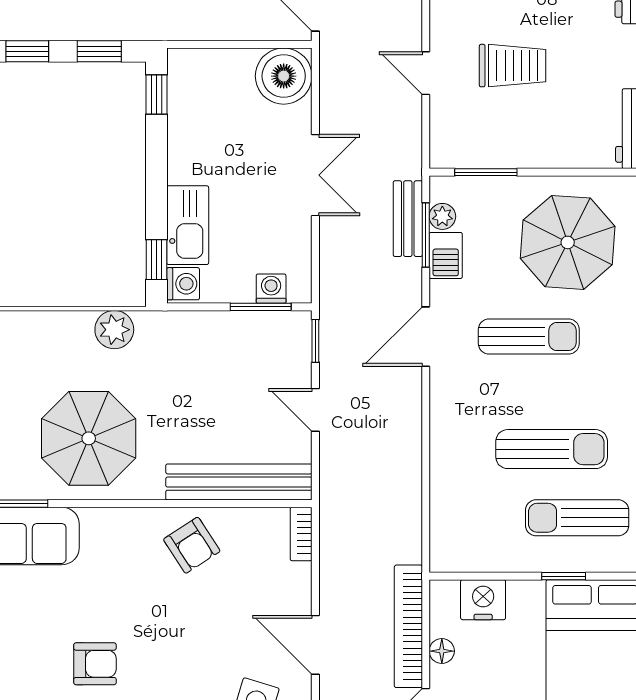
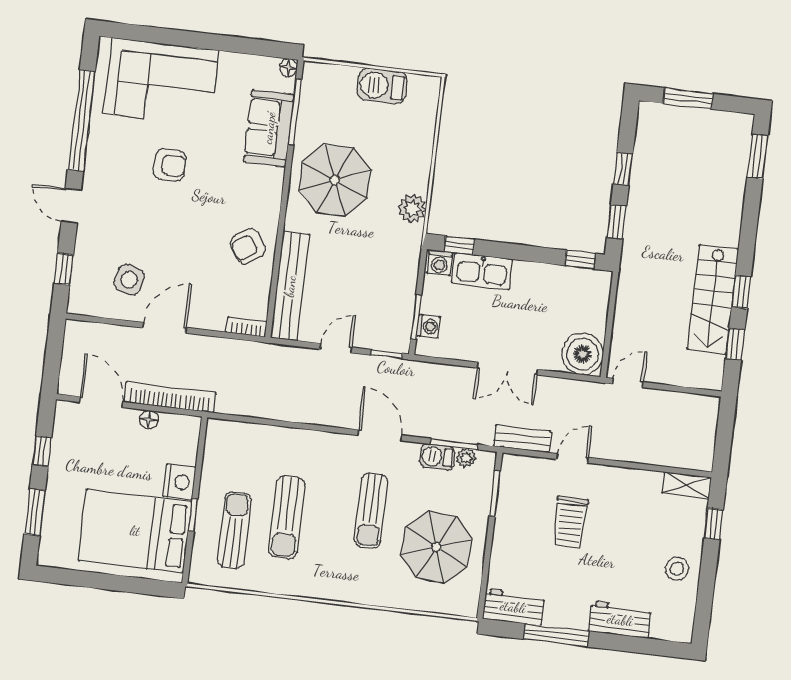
bench: (408, 219) -> (522, 439), moved
nightstand: (483, 600) -> (179, 482), moved
armchair: (95, 664) -> (170, 165), turned -90

